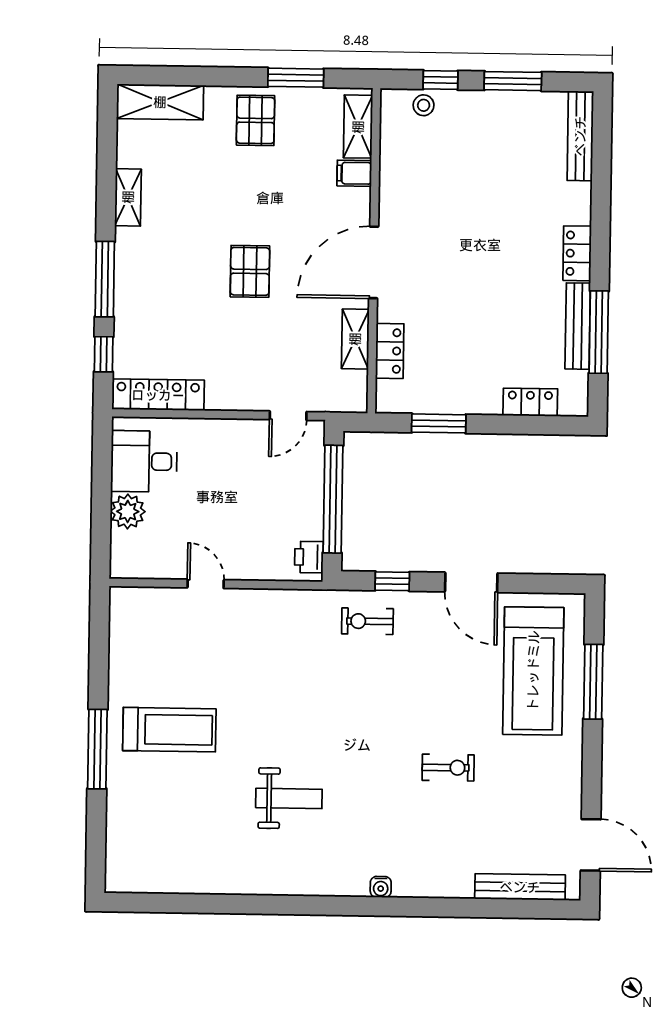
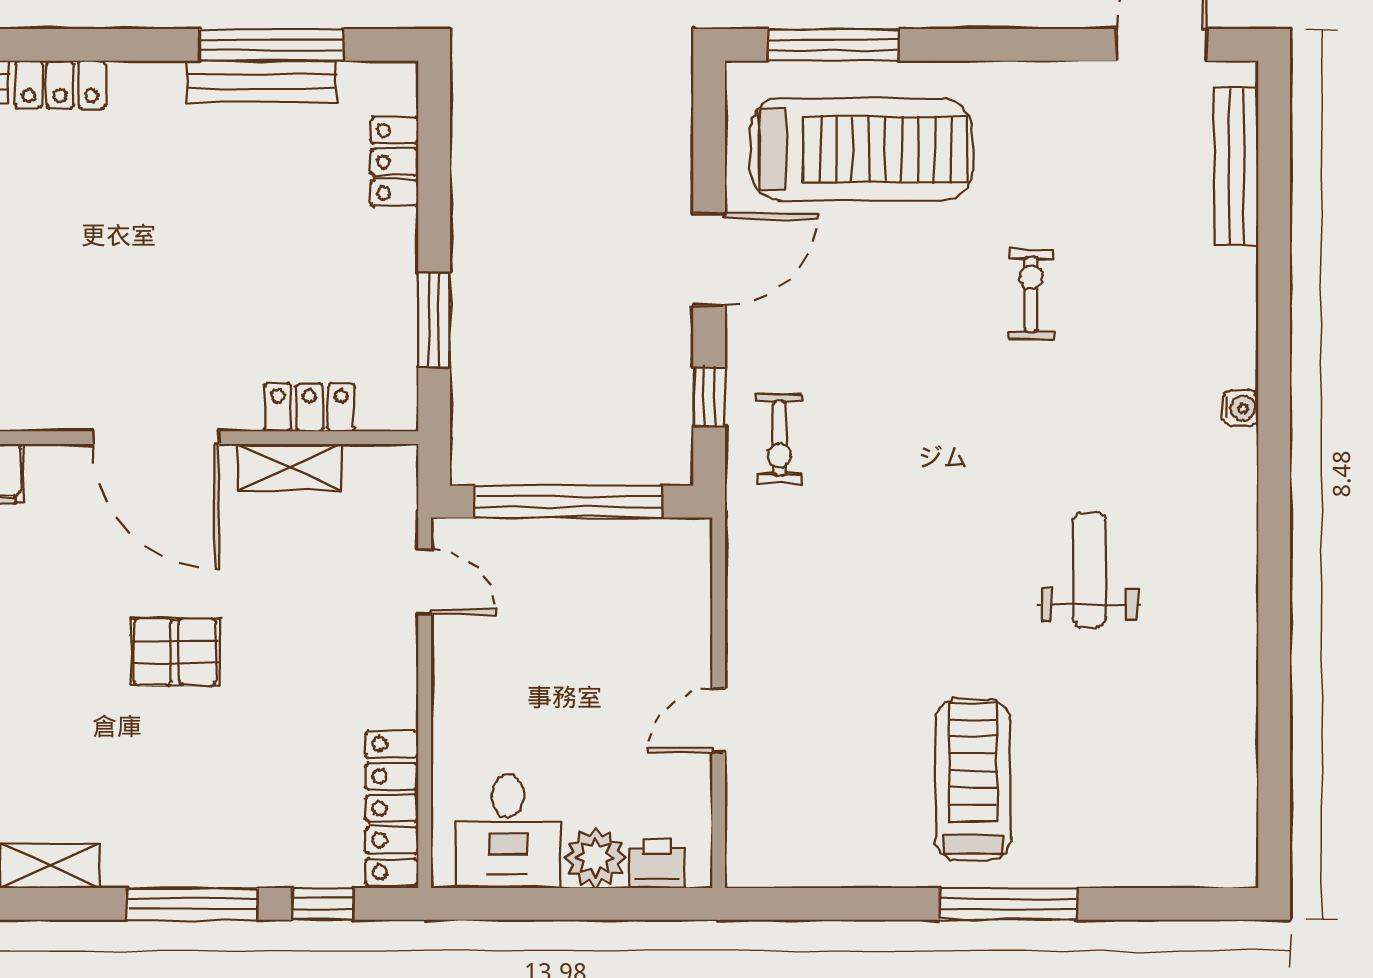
locker: (577, 253) -> (60, 85), moved
printer: (309, 557) -> (657, 863), moved, turned 180
window: (593, 682) -> (833, 45), moved

